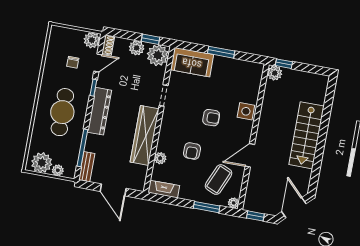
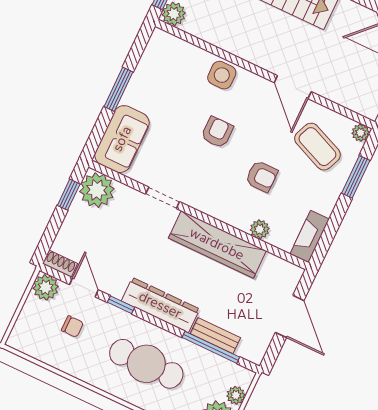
plant: (137, 48) -> (76, 220), removed
bench: (87, 167) -> (215, 336), moved
door: (113, 190) -> (290, 316), hinge flipped

